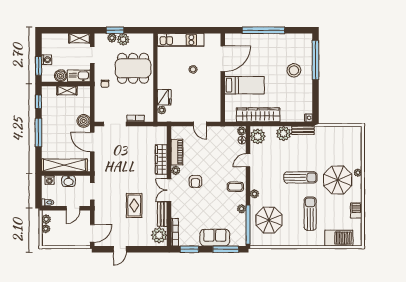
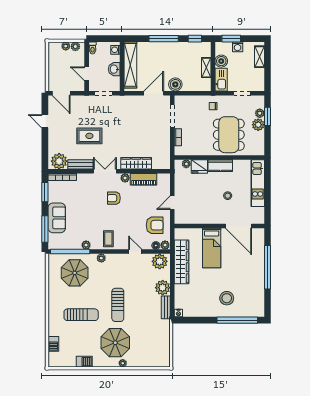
shelving: (79, 38) -> (259, 57), moved
kitchen counter: (163, 77) -> (220, 166), added
armchair: (222, 141) -> (155, 225), added
barbecue: (339, 238) -> (53, 344), width x0.53, depth x0.65

